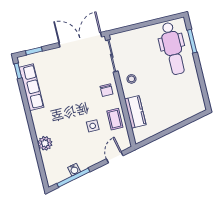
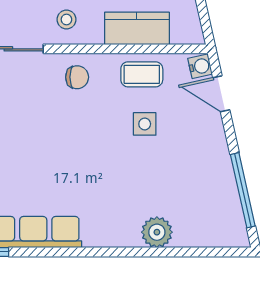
water cooler: (74, 170) -> (200, 66), moved

